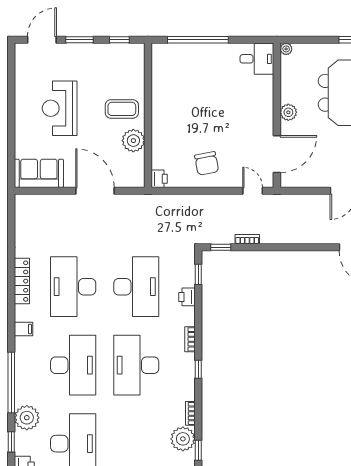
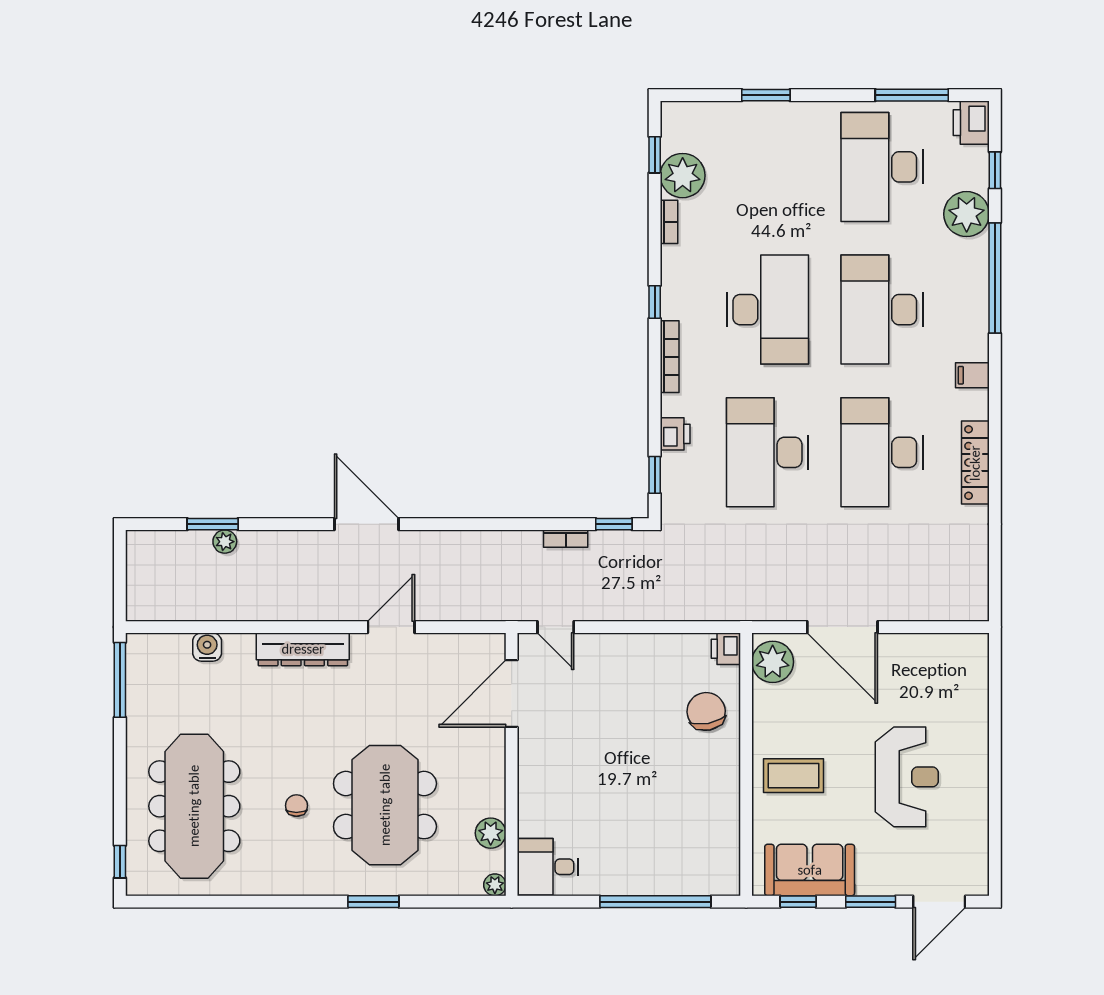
plant: (288, 112) -> (491, 833), moved
plant: (133, 141) -> (773, 662), moved
chair: (207, 163) -> (706, 711), moved
sofa: (39, 173) -> (810, 870), moved, turned 180
desk: (73, 287) -> (882, 452), turned 180
bookcase: (190, 339) -> (670, 357), width x1.56

